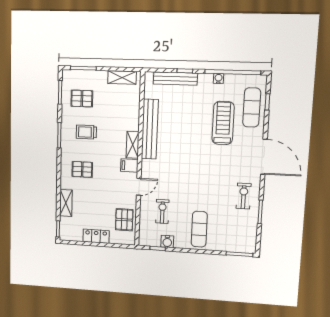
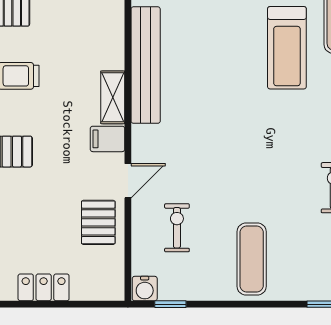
treadmill: (223, 123) -> (287, 48), turned 180
pallet: (124, 220) -> (98, 222), moved
water cooler: (167, 242) -> (145, 289), moved

